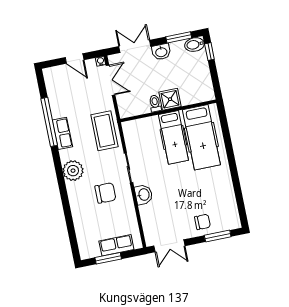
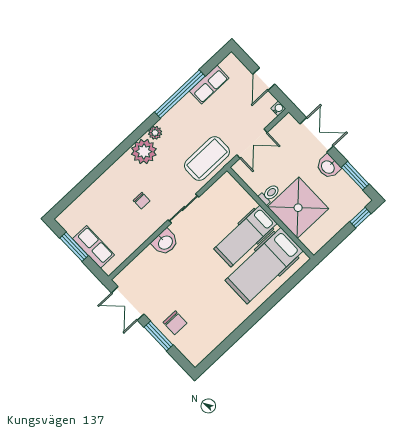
bidet: (195, 45) -> (358, 197), removed
double door: (111, 80) -> (252, 144), moved
shower: (170, 99) -> (298, 208), width x1.86, depth x1.86
row of seats: (62, 133) -> (209, 85), moved
plant: (65, 155) -> (155, 133), added
chair: (105, 193) -> (142, 201), width x0.54, depth x0.54
window: (218, 236) -> (159, 336), moved

